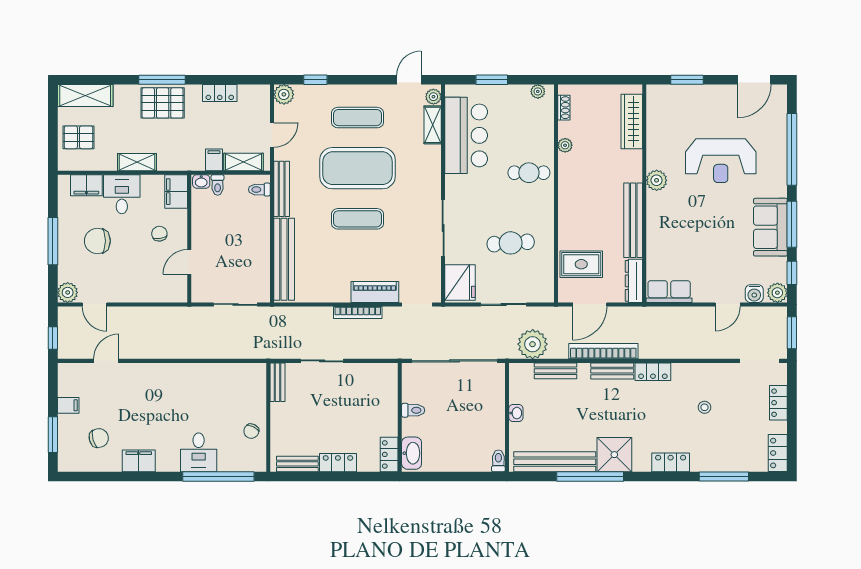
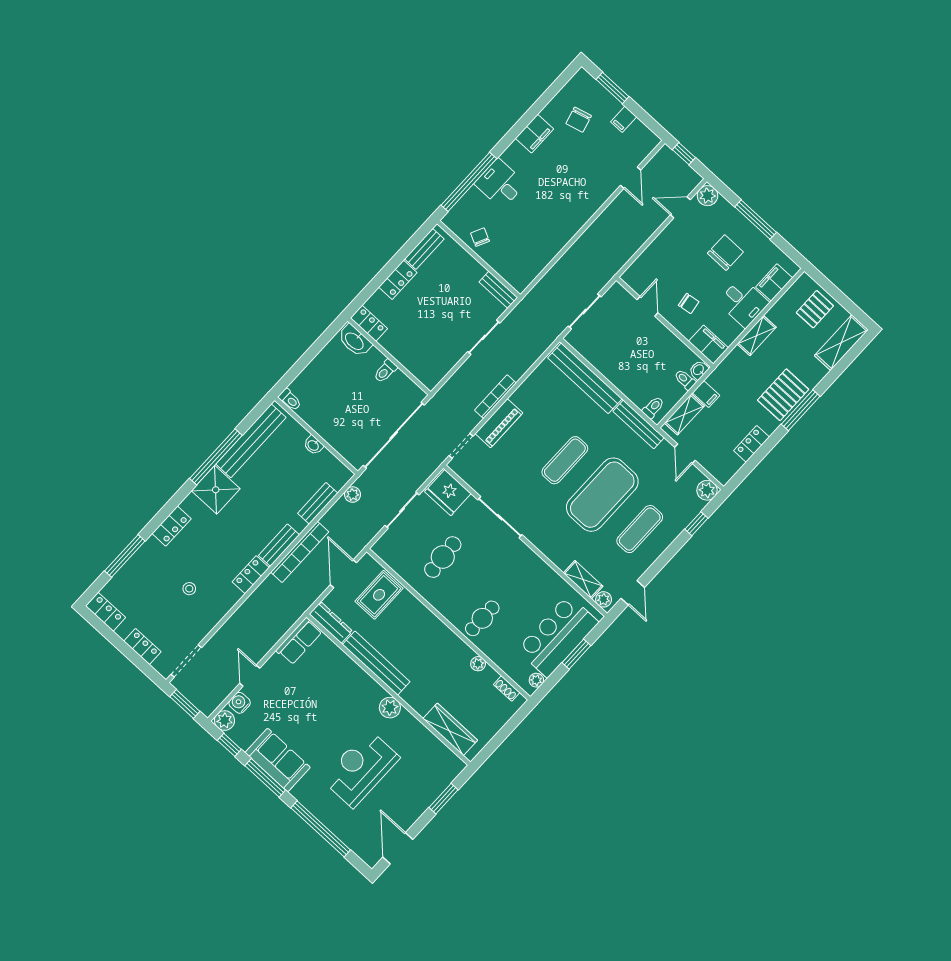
bar counter: (466, 135) -> (558, 636), moved, turned 90
plant: (533, 344) -> (353, 495), width x0.53, depth x0.53

